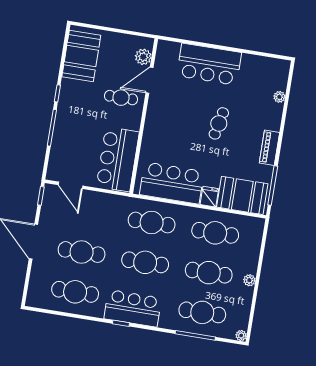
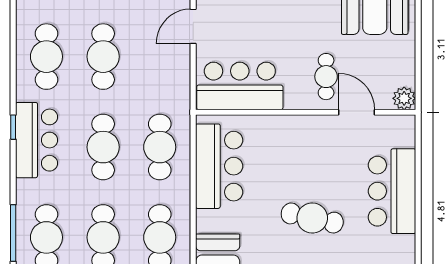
plant: (143, 57) -> (404, 98), moved
cafe table: (219, 123) -> (312, 218), width x1.37, depth x1.35
fridge: (209, 197) -> (209, 221), removed

